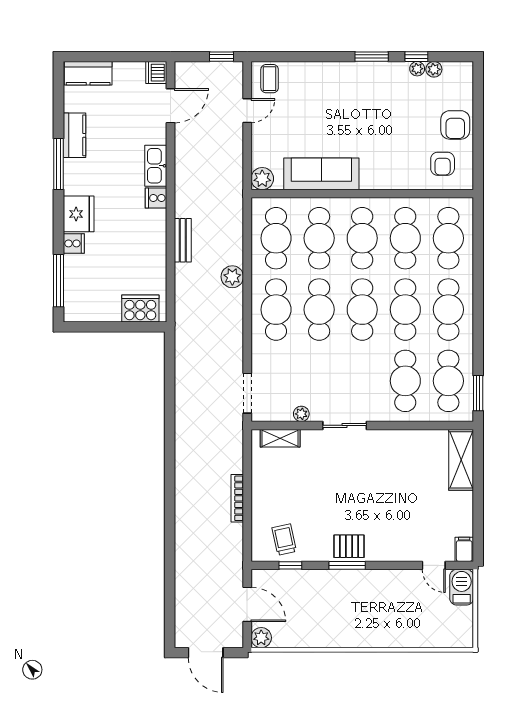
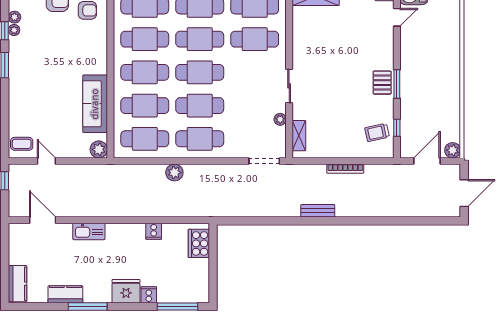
dishwasher: (156, 73) -> (17, 231), removed
cooker: (156, 198) -> (154, 231), moved
bench: (183, 240) -> (318, 211), moved

